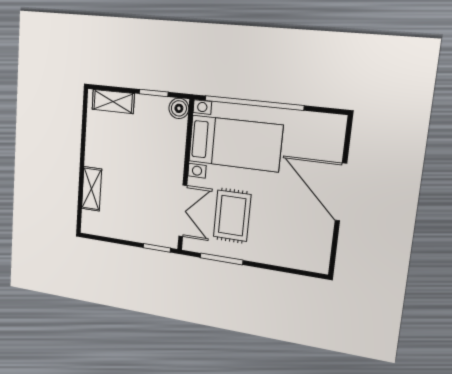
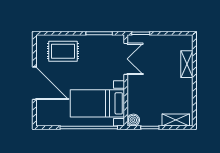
double door: (183, 211) -> (126, 59), swing flipped
rug: (232, 216) -> (63, 51), moved, turned 90

